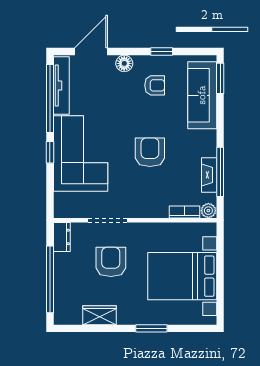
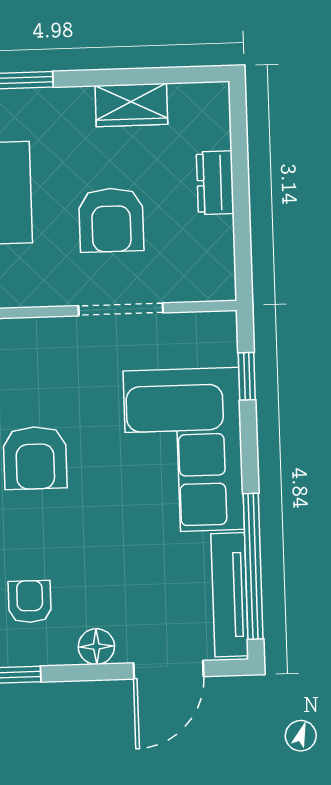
armchair: (155, 85) -> (30, 602), turned 90
window: (50, 152) -> (247, 376), moved
dresser: (62, 237) -> (215, 183), moved
window: (50, 279) -> (240, 178), removed

